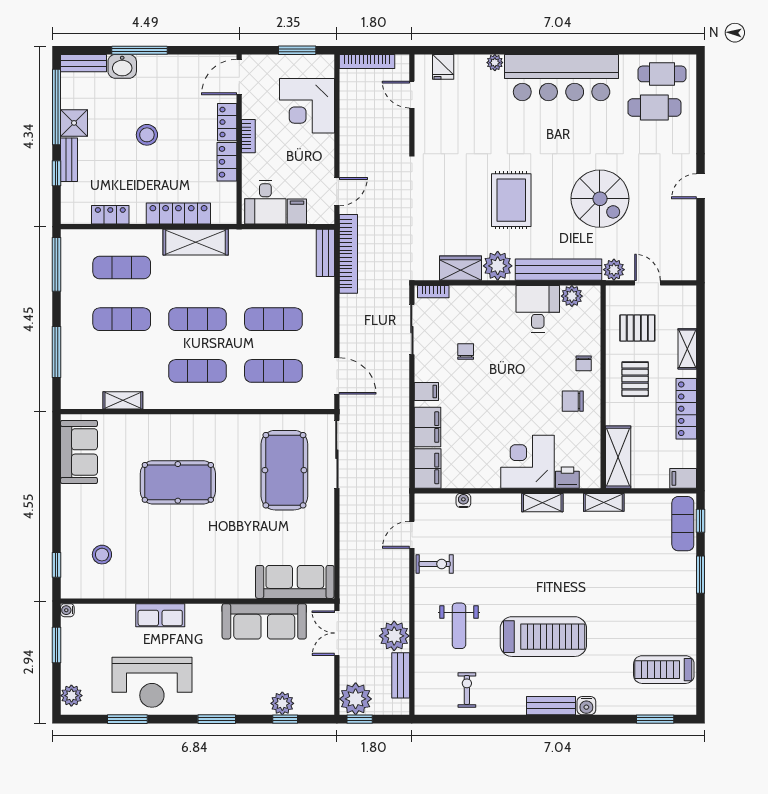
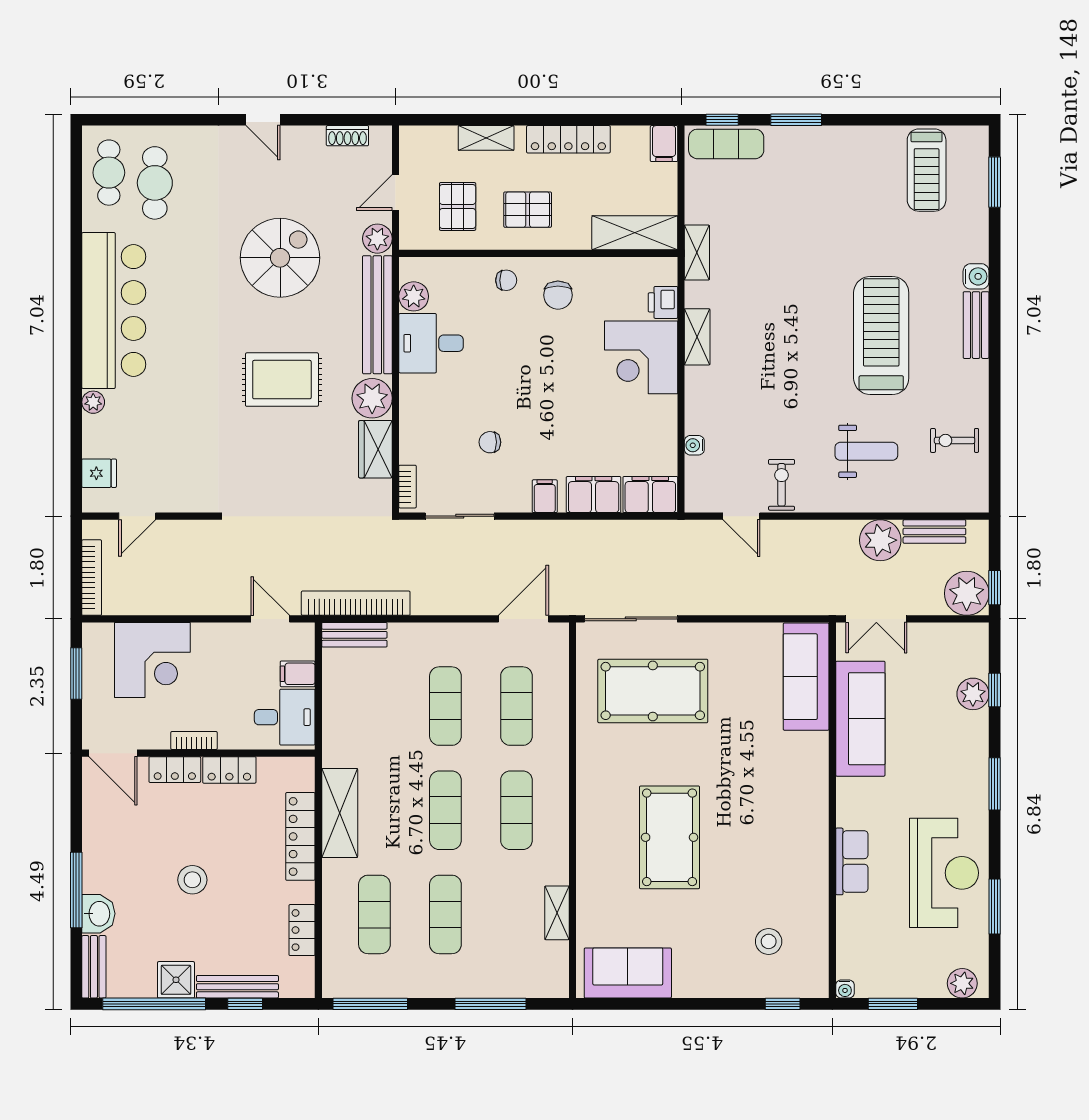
bench: (69, 160) -> (237, 987), width x1.36
shoe rack: (689, 248) -> (347, 136), added

